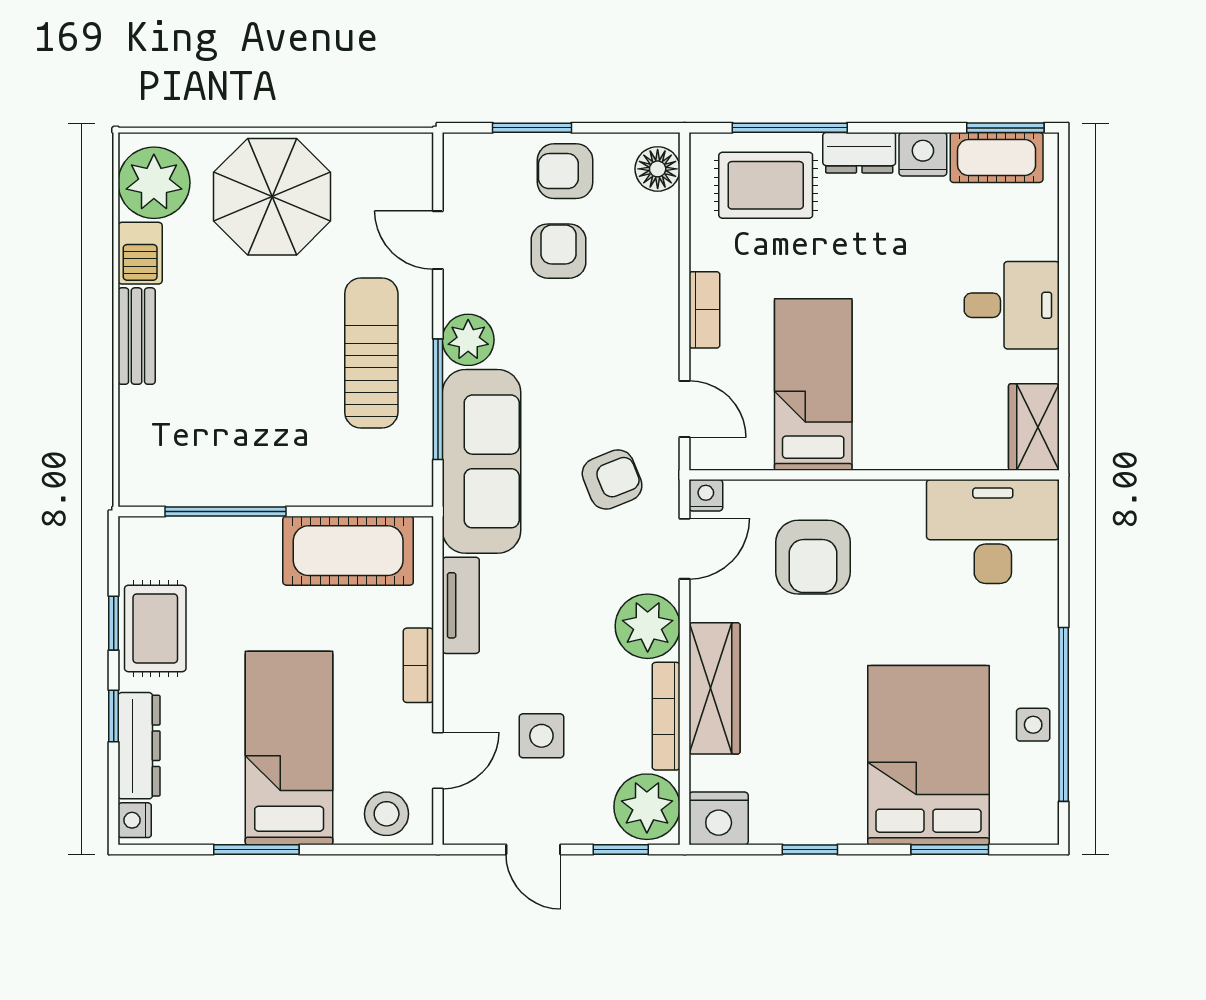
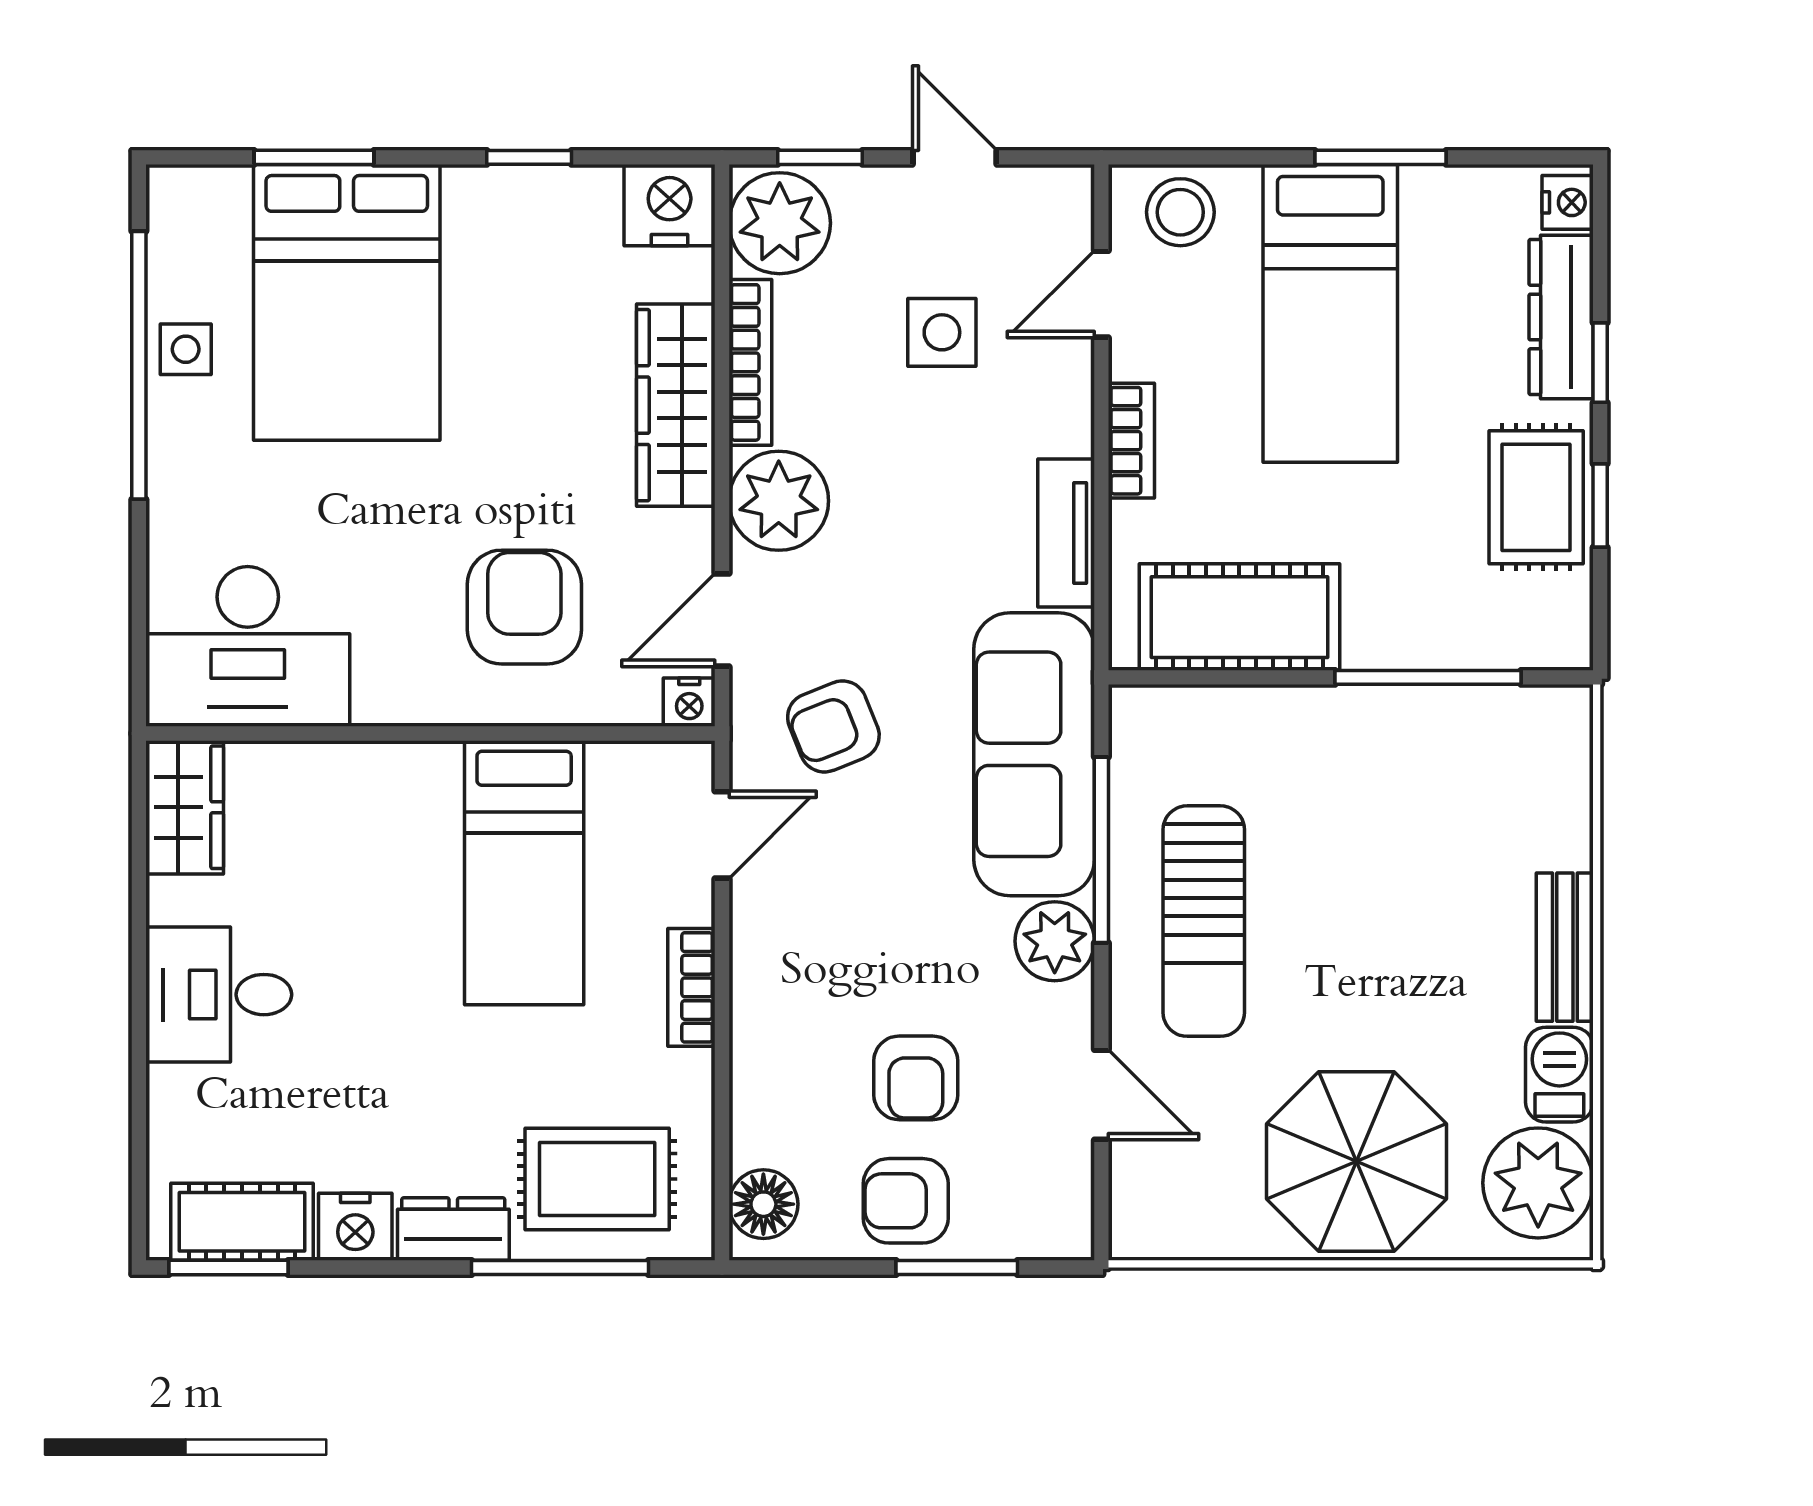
armchair: (565, 171) -> (906, 1201), turned 180
door: (684, 409) -> (722, 835), swing flipped

